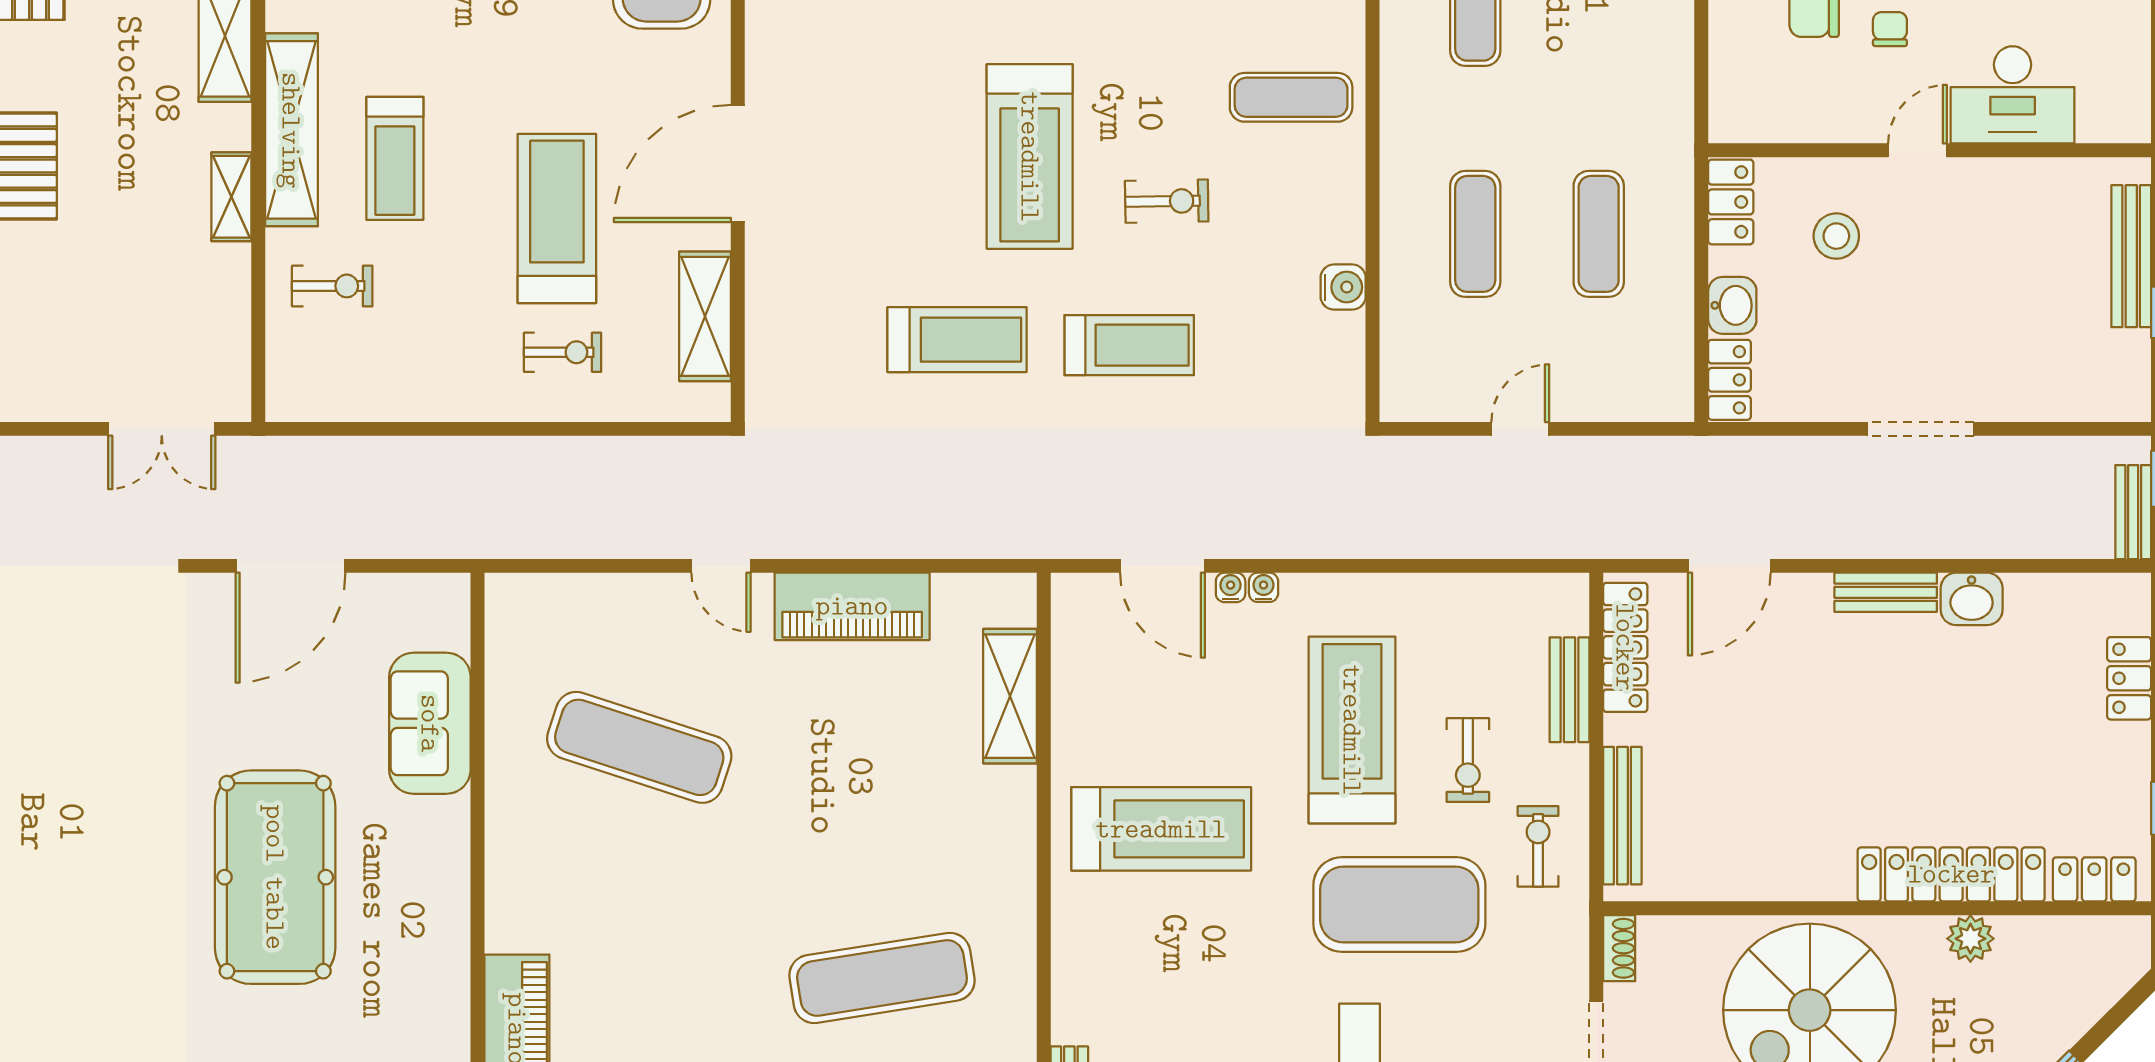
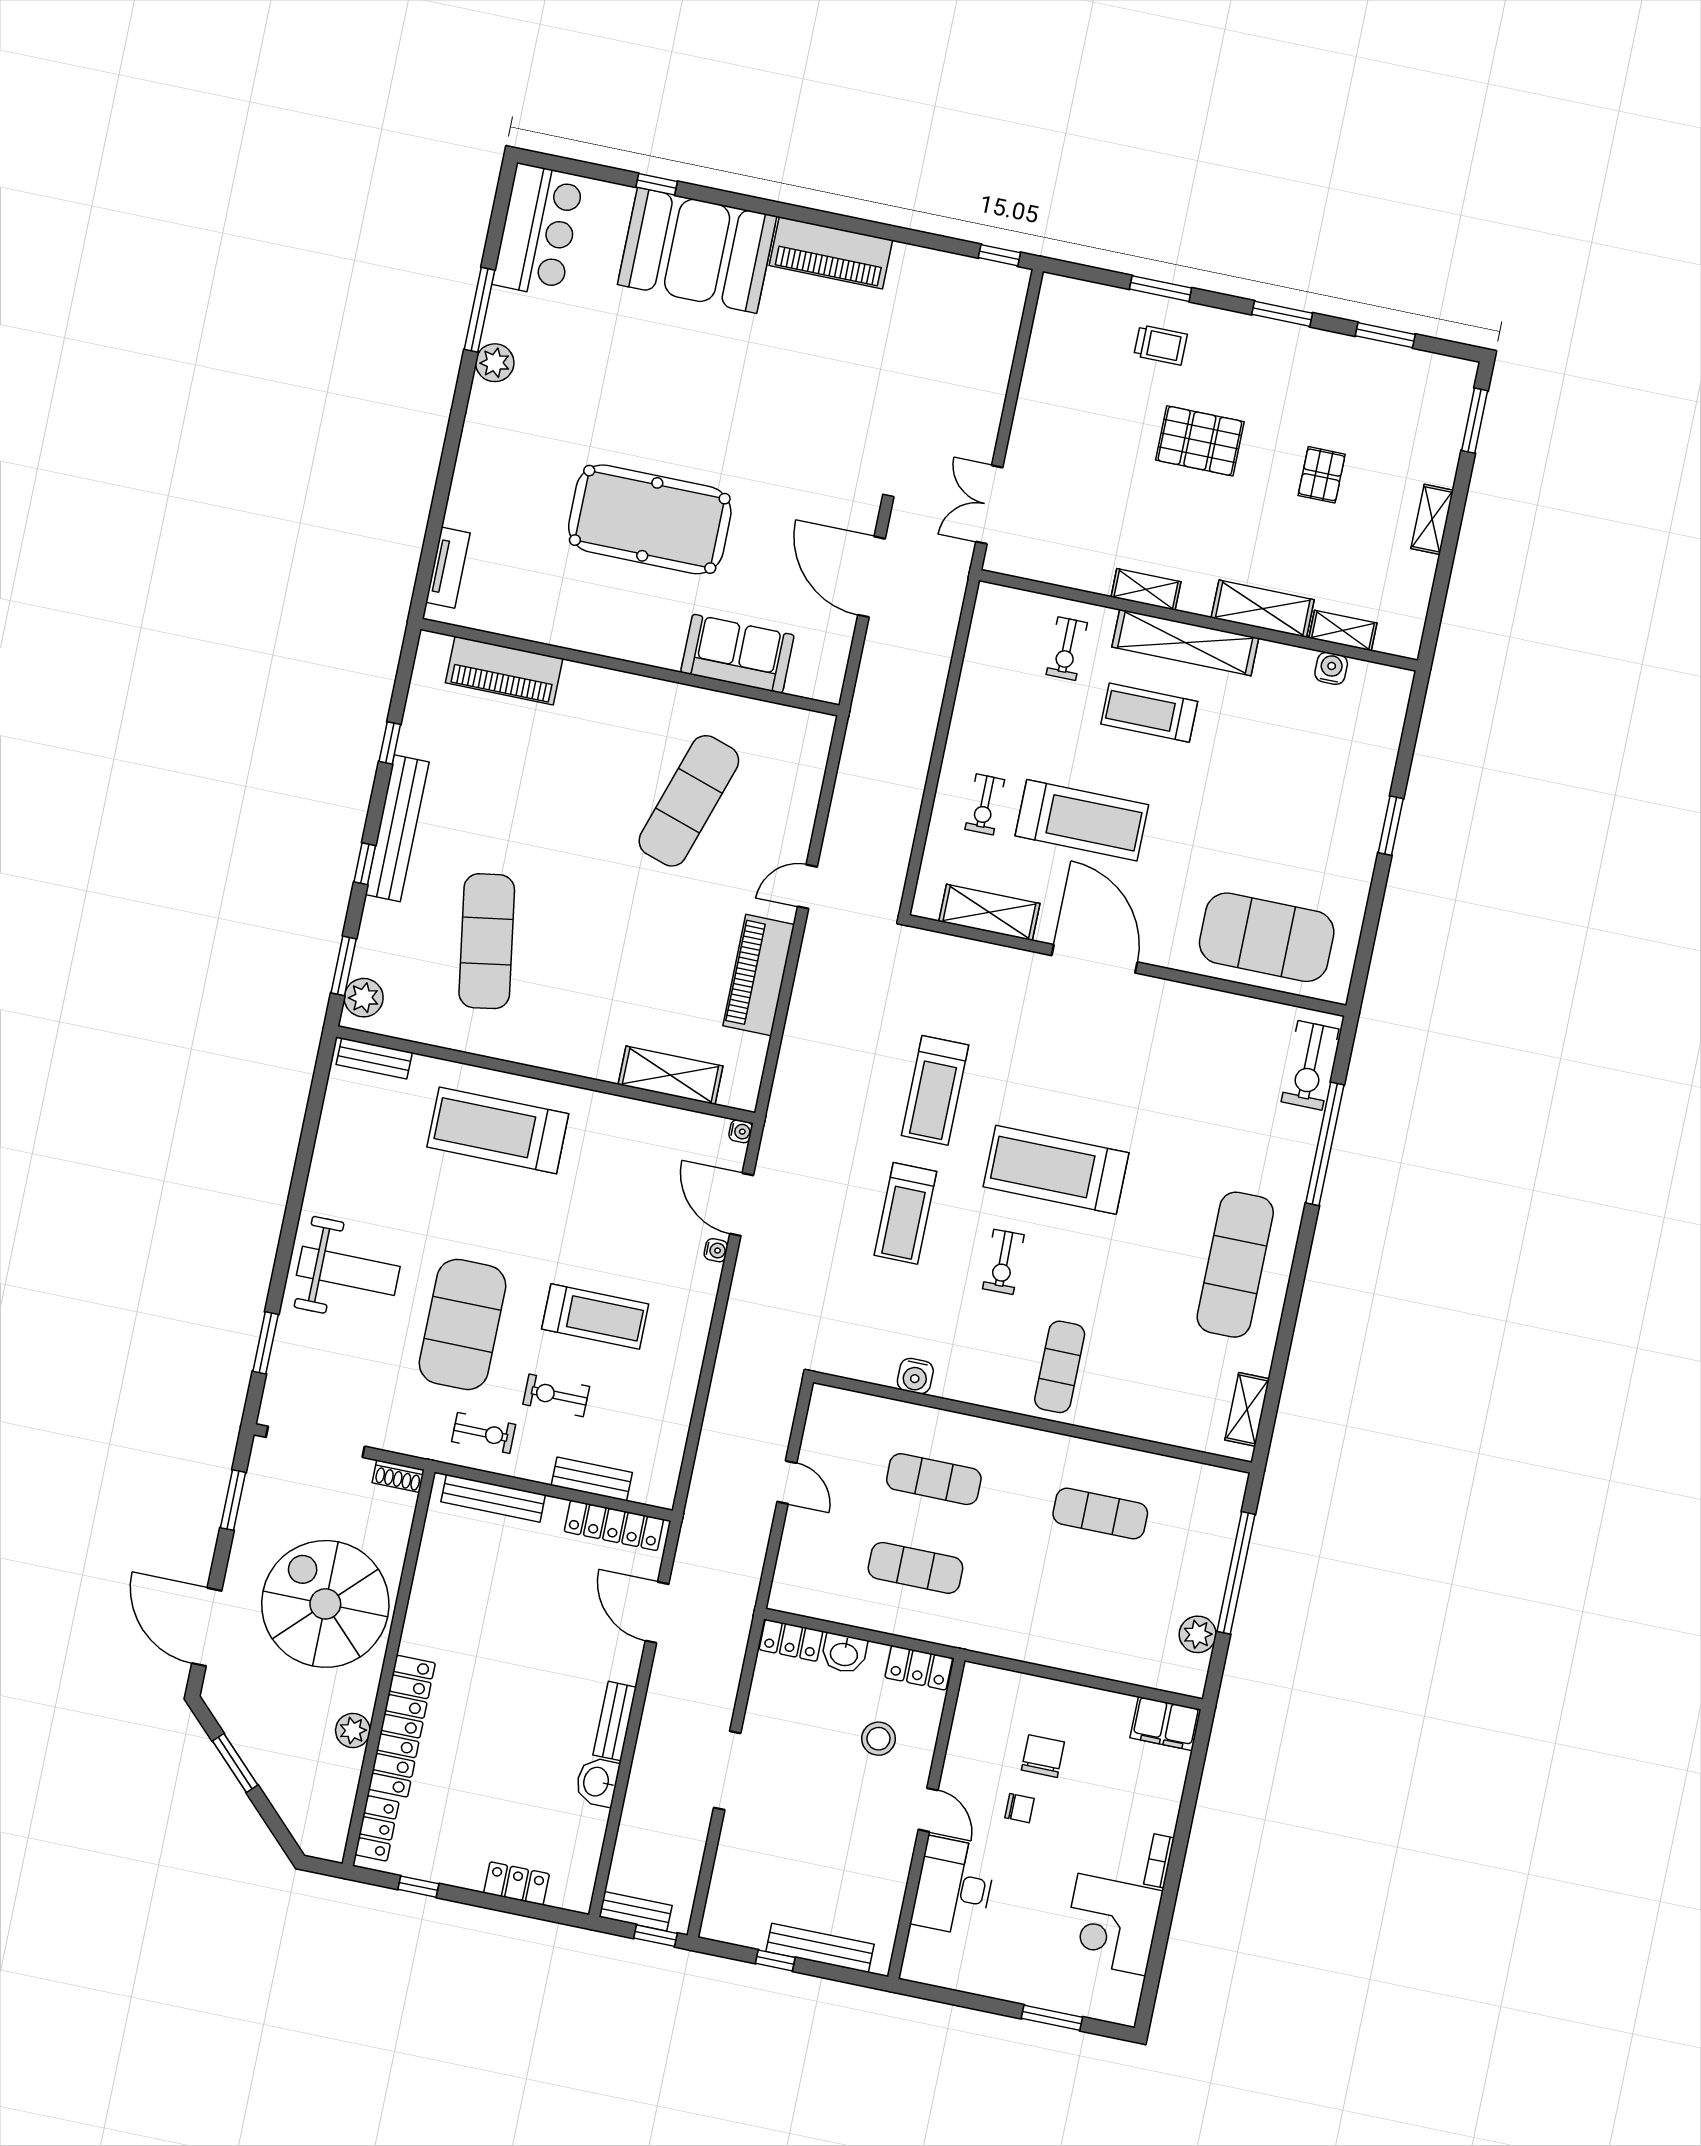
door: (1162, 566) -> (742, 1204), hinge flipped
water cooler: (1264, 587) -> (741, 1131), moved
treadmill: (1352, 730) -> (595, 1316), width x0.73, depth x0.73
treadmill: (1161, 829) -> (498, 1130), moved, turned 90

